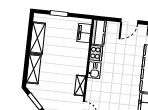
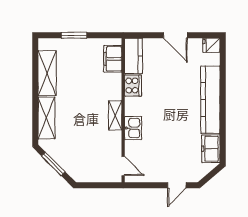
door: (129, 21) -> (175, 35), hinge flipped
kitchen sink: (94, 70) -> (133, 128), moved
shelving: (80, 85) -> (115, 115), moved

